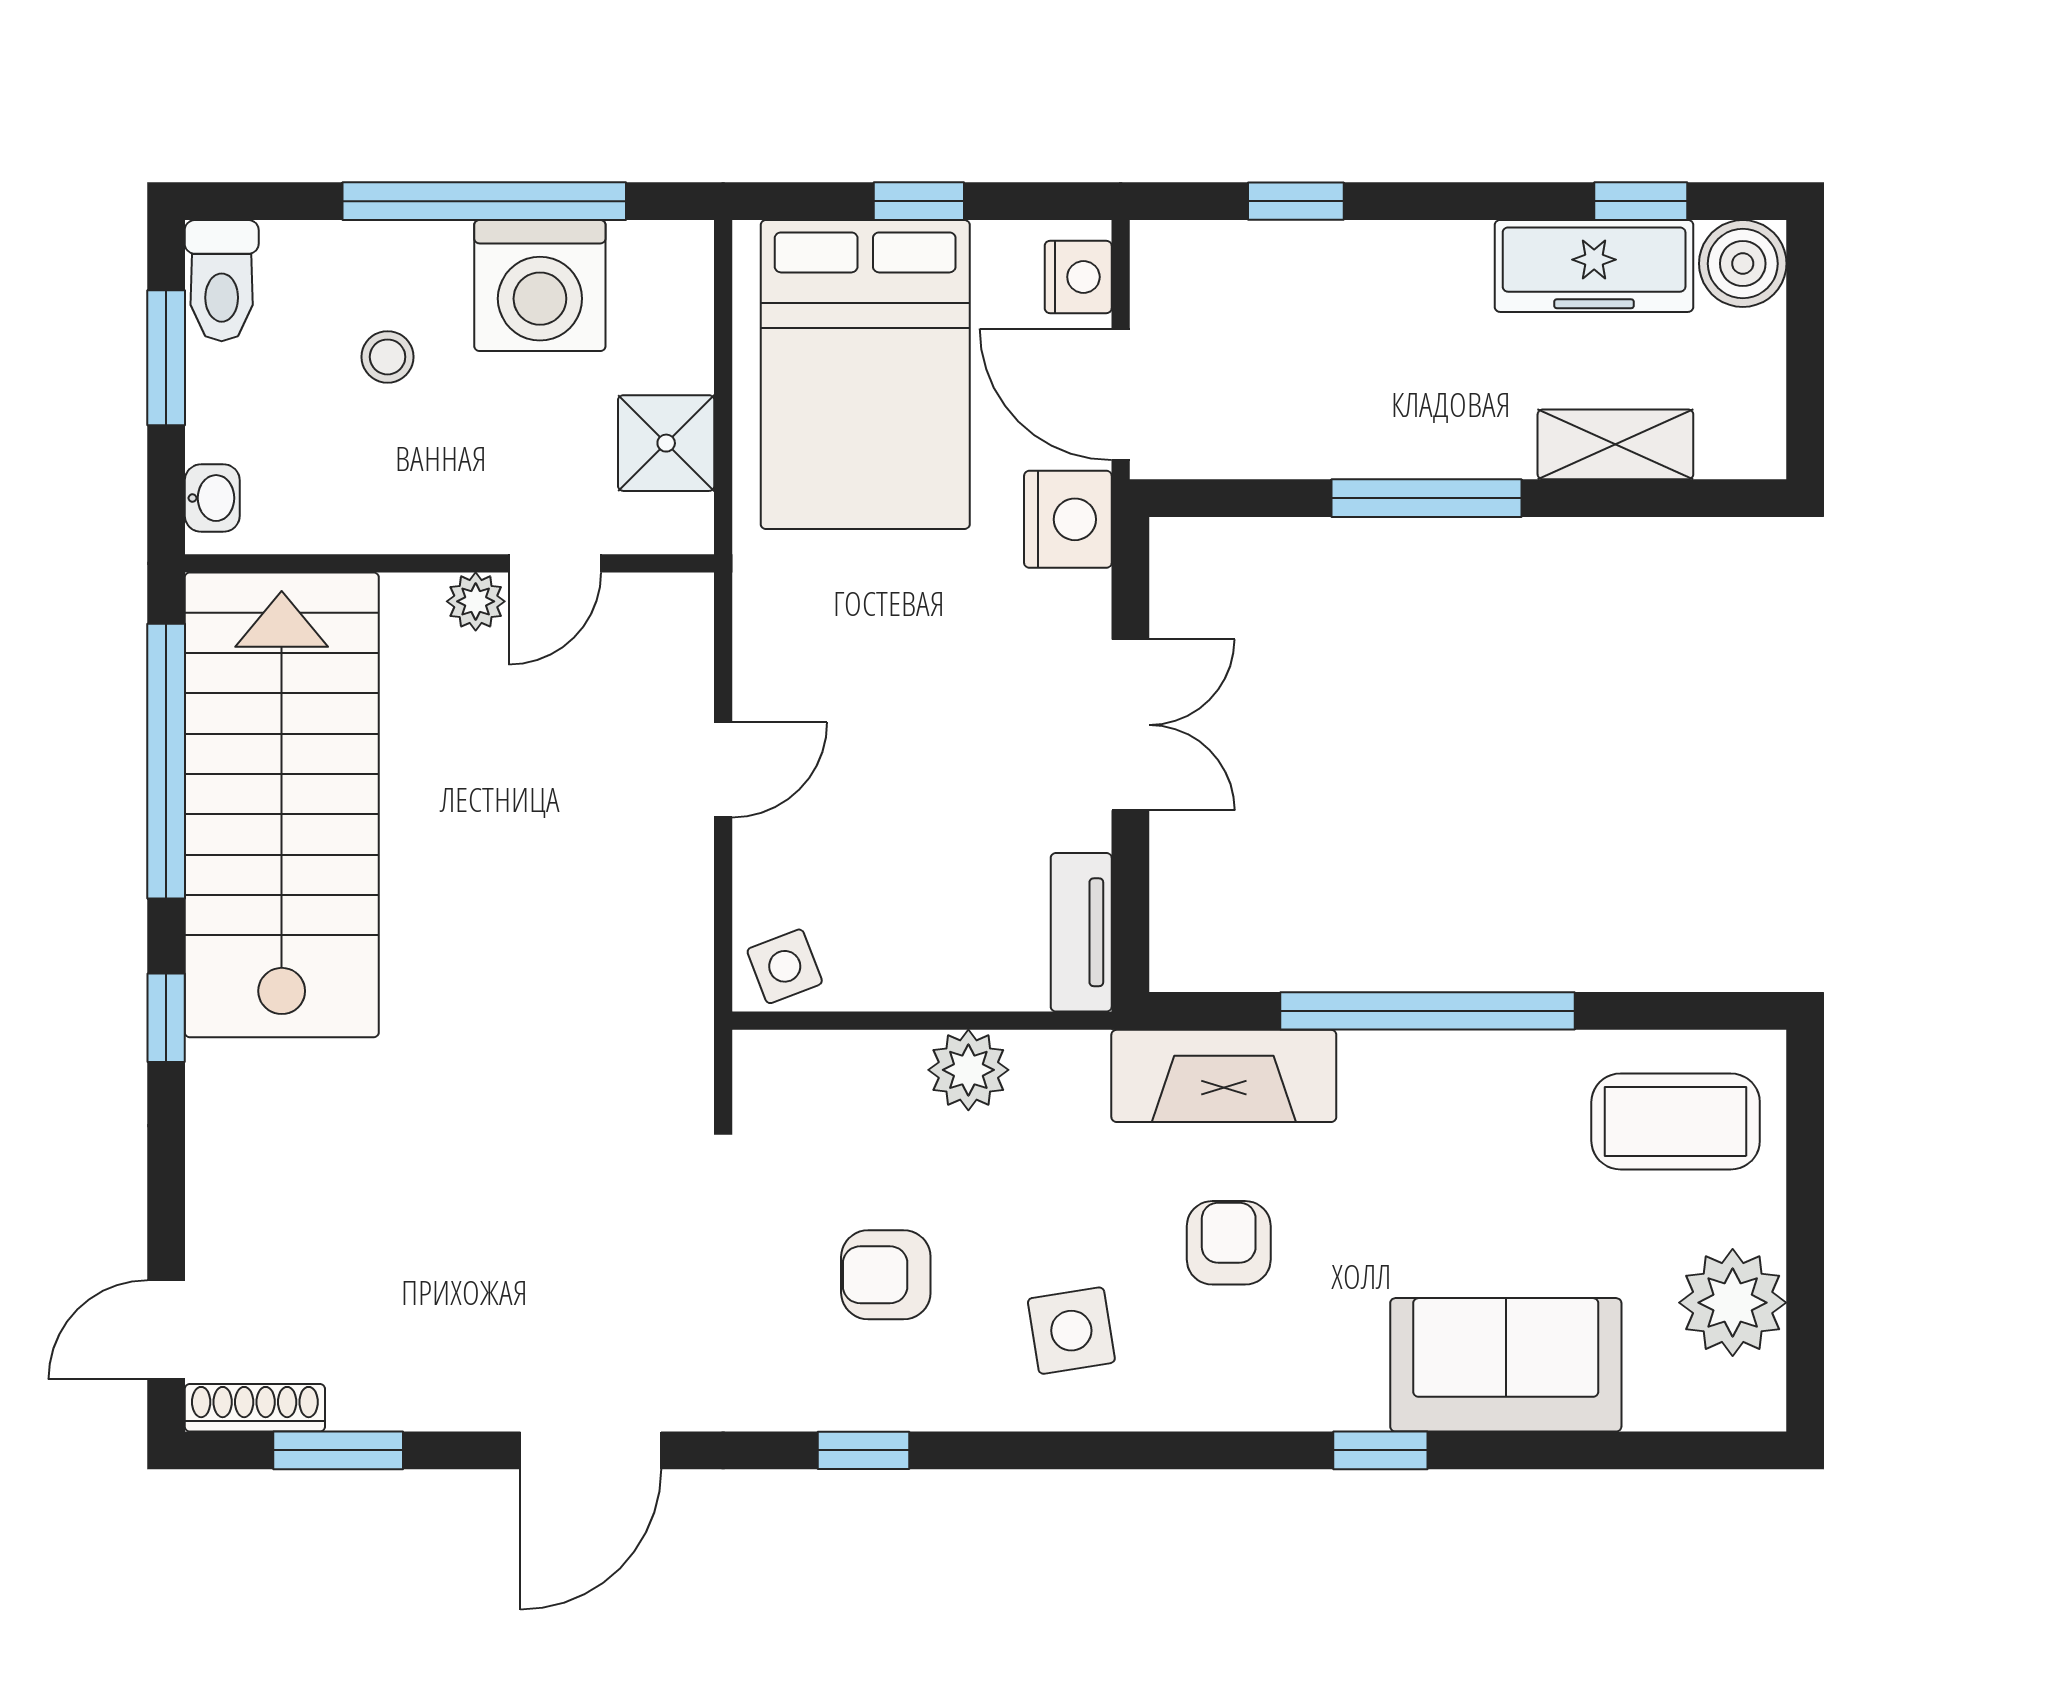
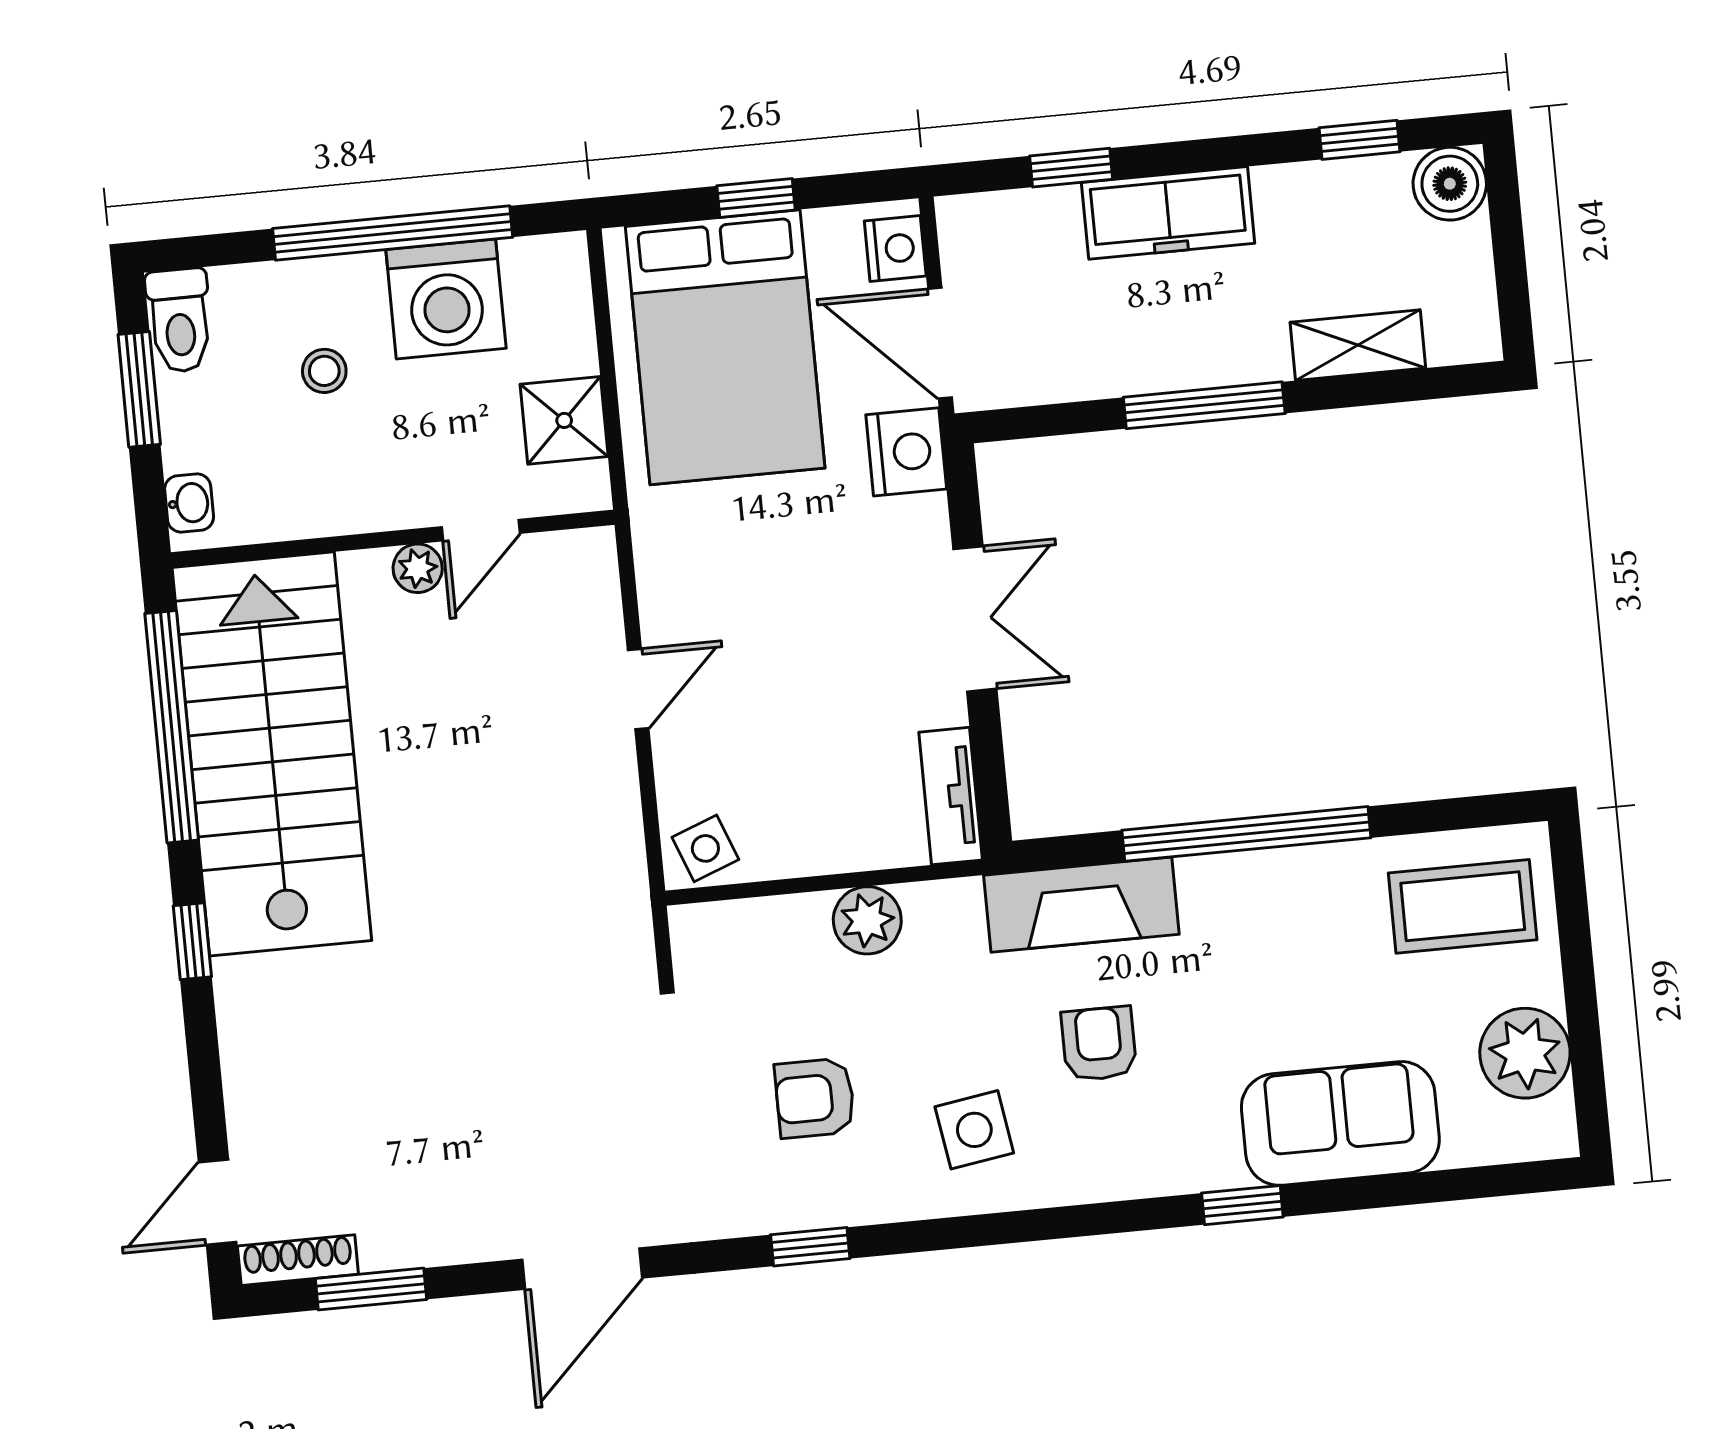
freezer: (1594, 266) -> (1168, 213), moved

